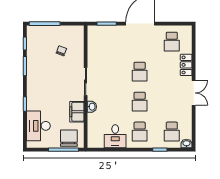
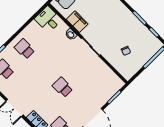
school desk: (140, 102) -> (44, 68), removed
desk: (115, 136) -> (48, 19), moved

